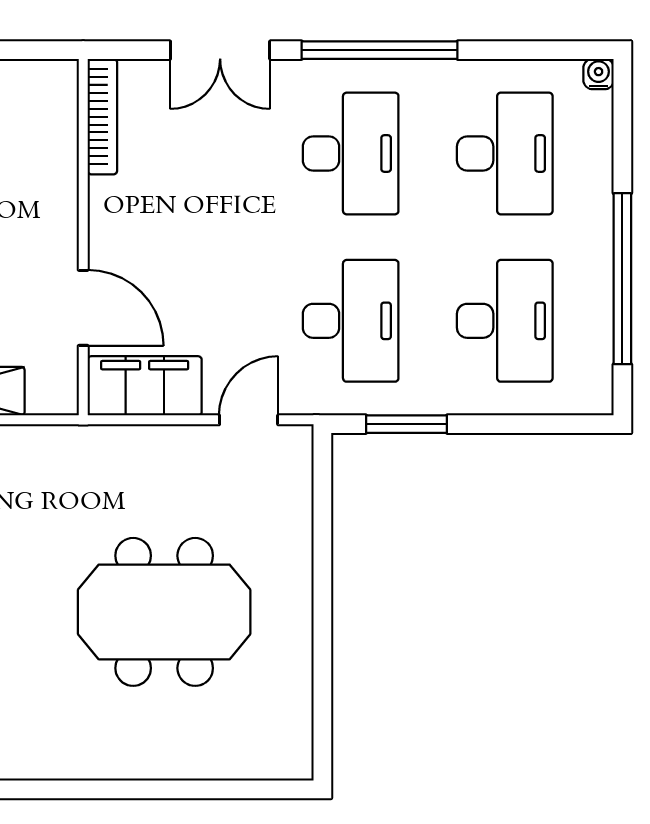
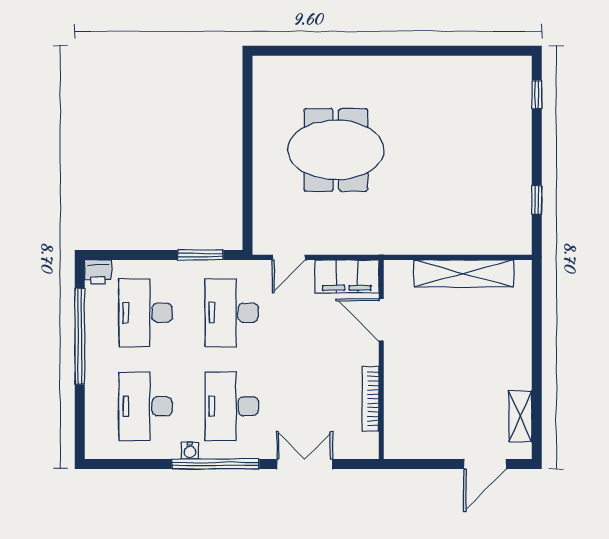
water cooler: (599, 74) -> (190, 451), moved
bookcase: (102, 117) -> (371, 399), moved
printer: (590, 394) -> (98, 272), added

